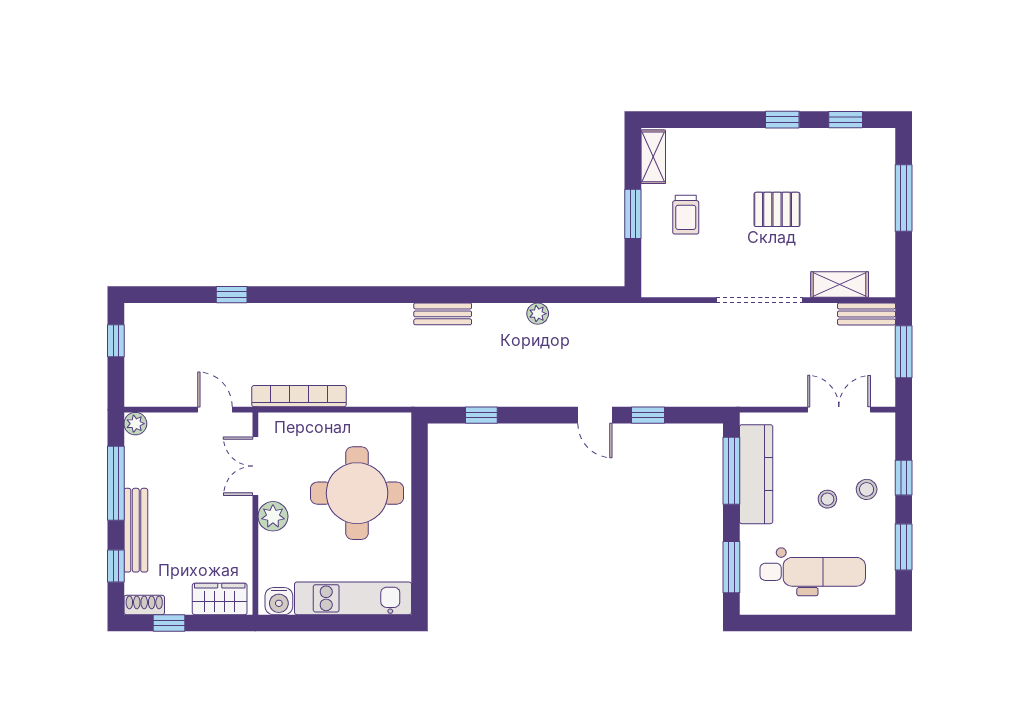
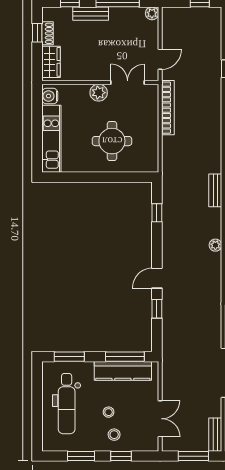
round table: (357, 493) -> (112, 141), width x0.73, depth x0.73
bench: (136, 530) -> (91, 14), width x0.73
shoe rack: (144, 605) -> (48, 33), moved

